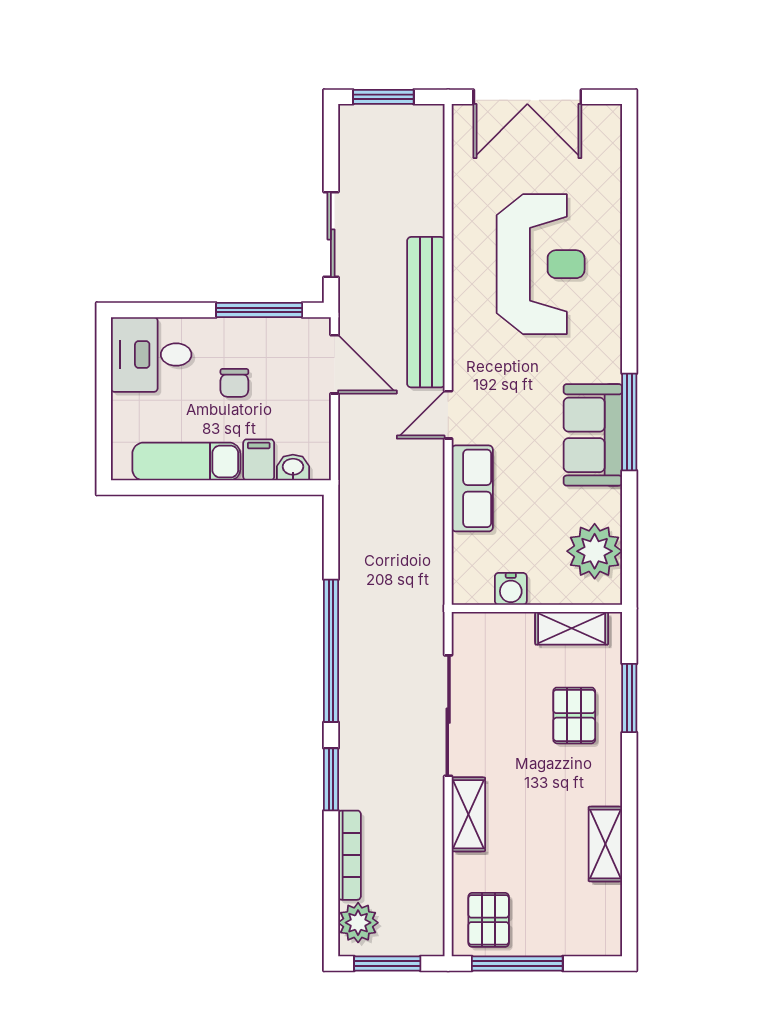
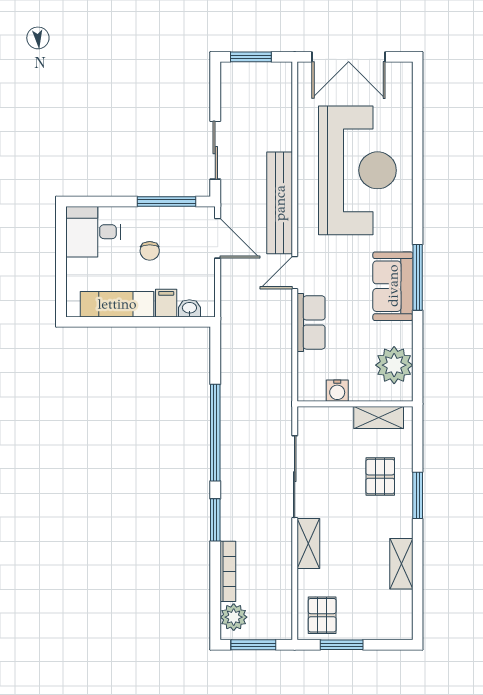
reception desk: (541, 264) -> (357, 170), width x1.36, depth x1.30
window: (629, 698) -> (418, 495), moved
window: (517, 963) -> (342, 645), width x0.69

